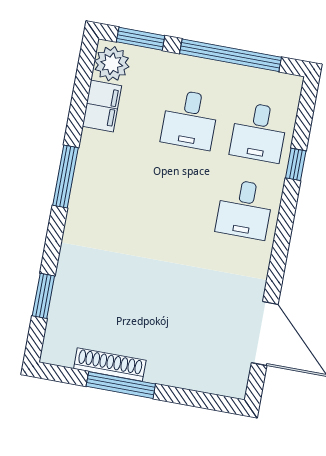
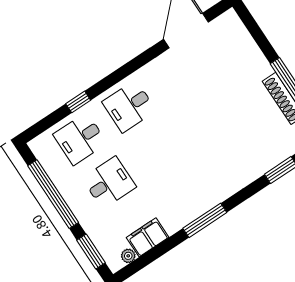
plant: (112, 64) -> (128, 256), width x0.53, depth x0.53
desk: (259, 132) -> (80, 139), turned 180
desk: (245, 209) -> (129, 106), turned 180

